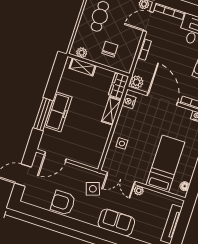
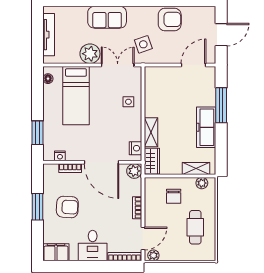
freezer: (58, 112) -> (206, 127), moved
plant: (139, 190) -> (90, 54), width x1.87, depth x1.87

